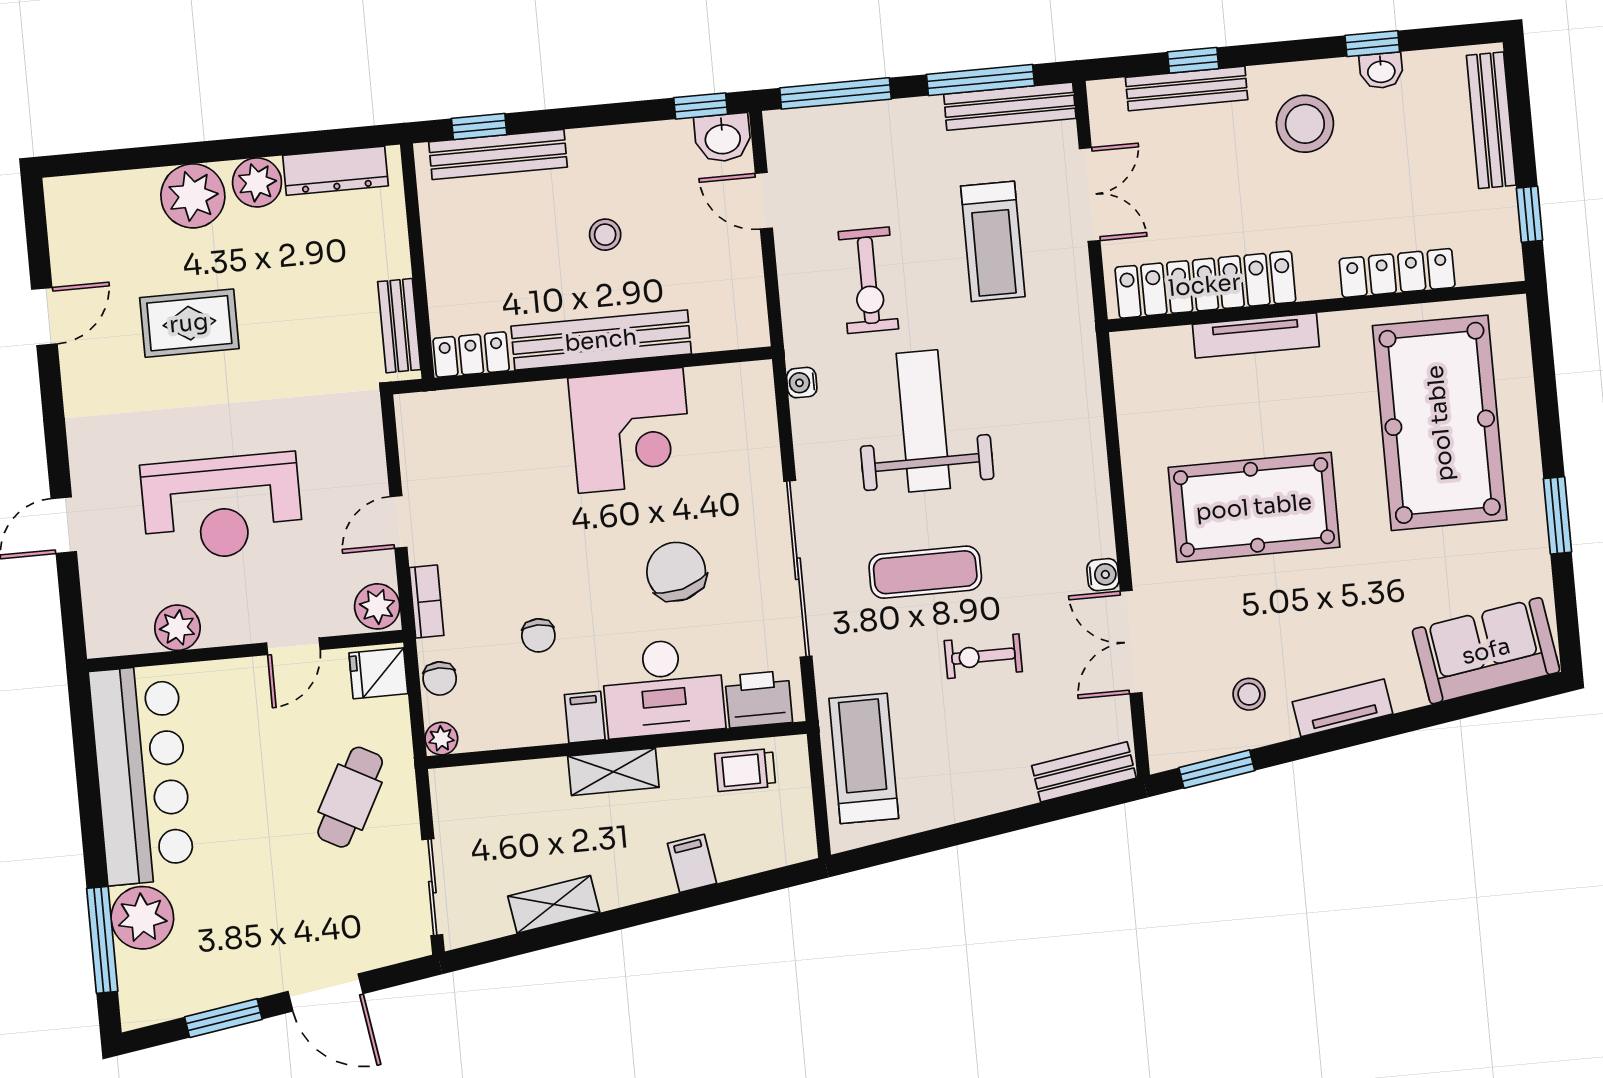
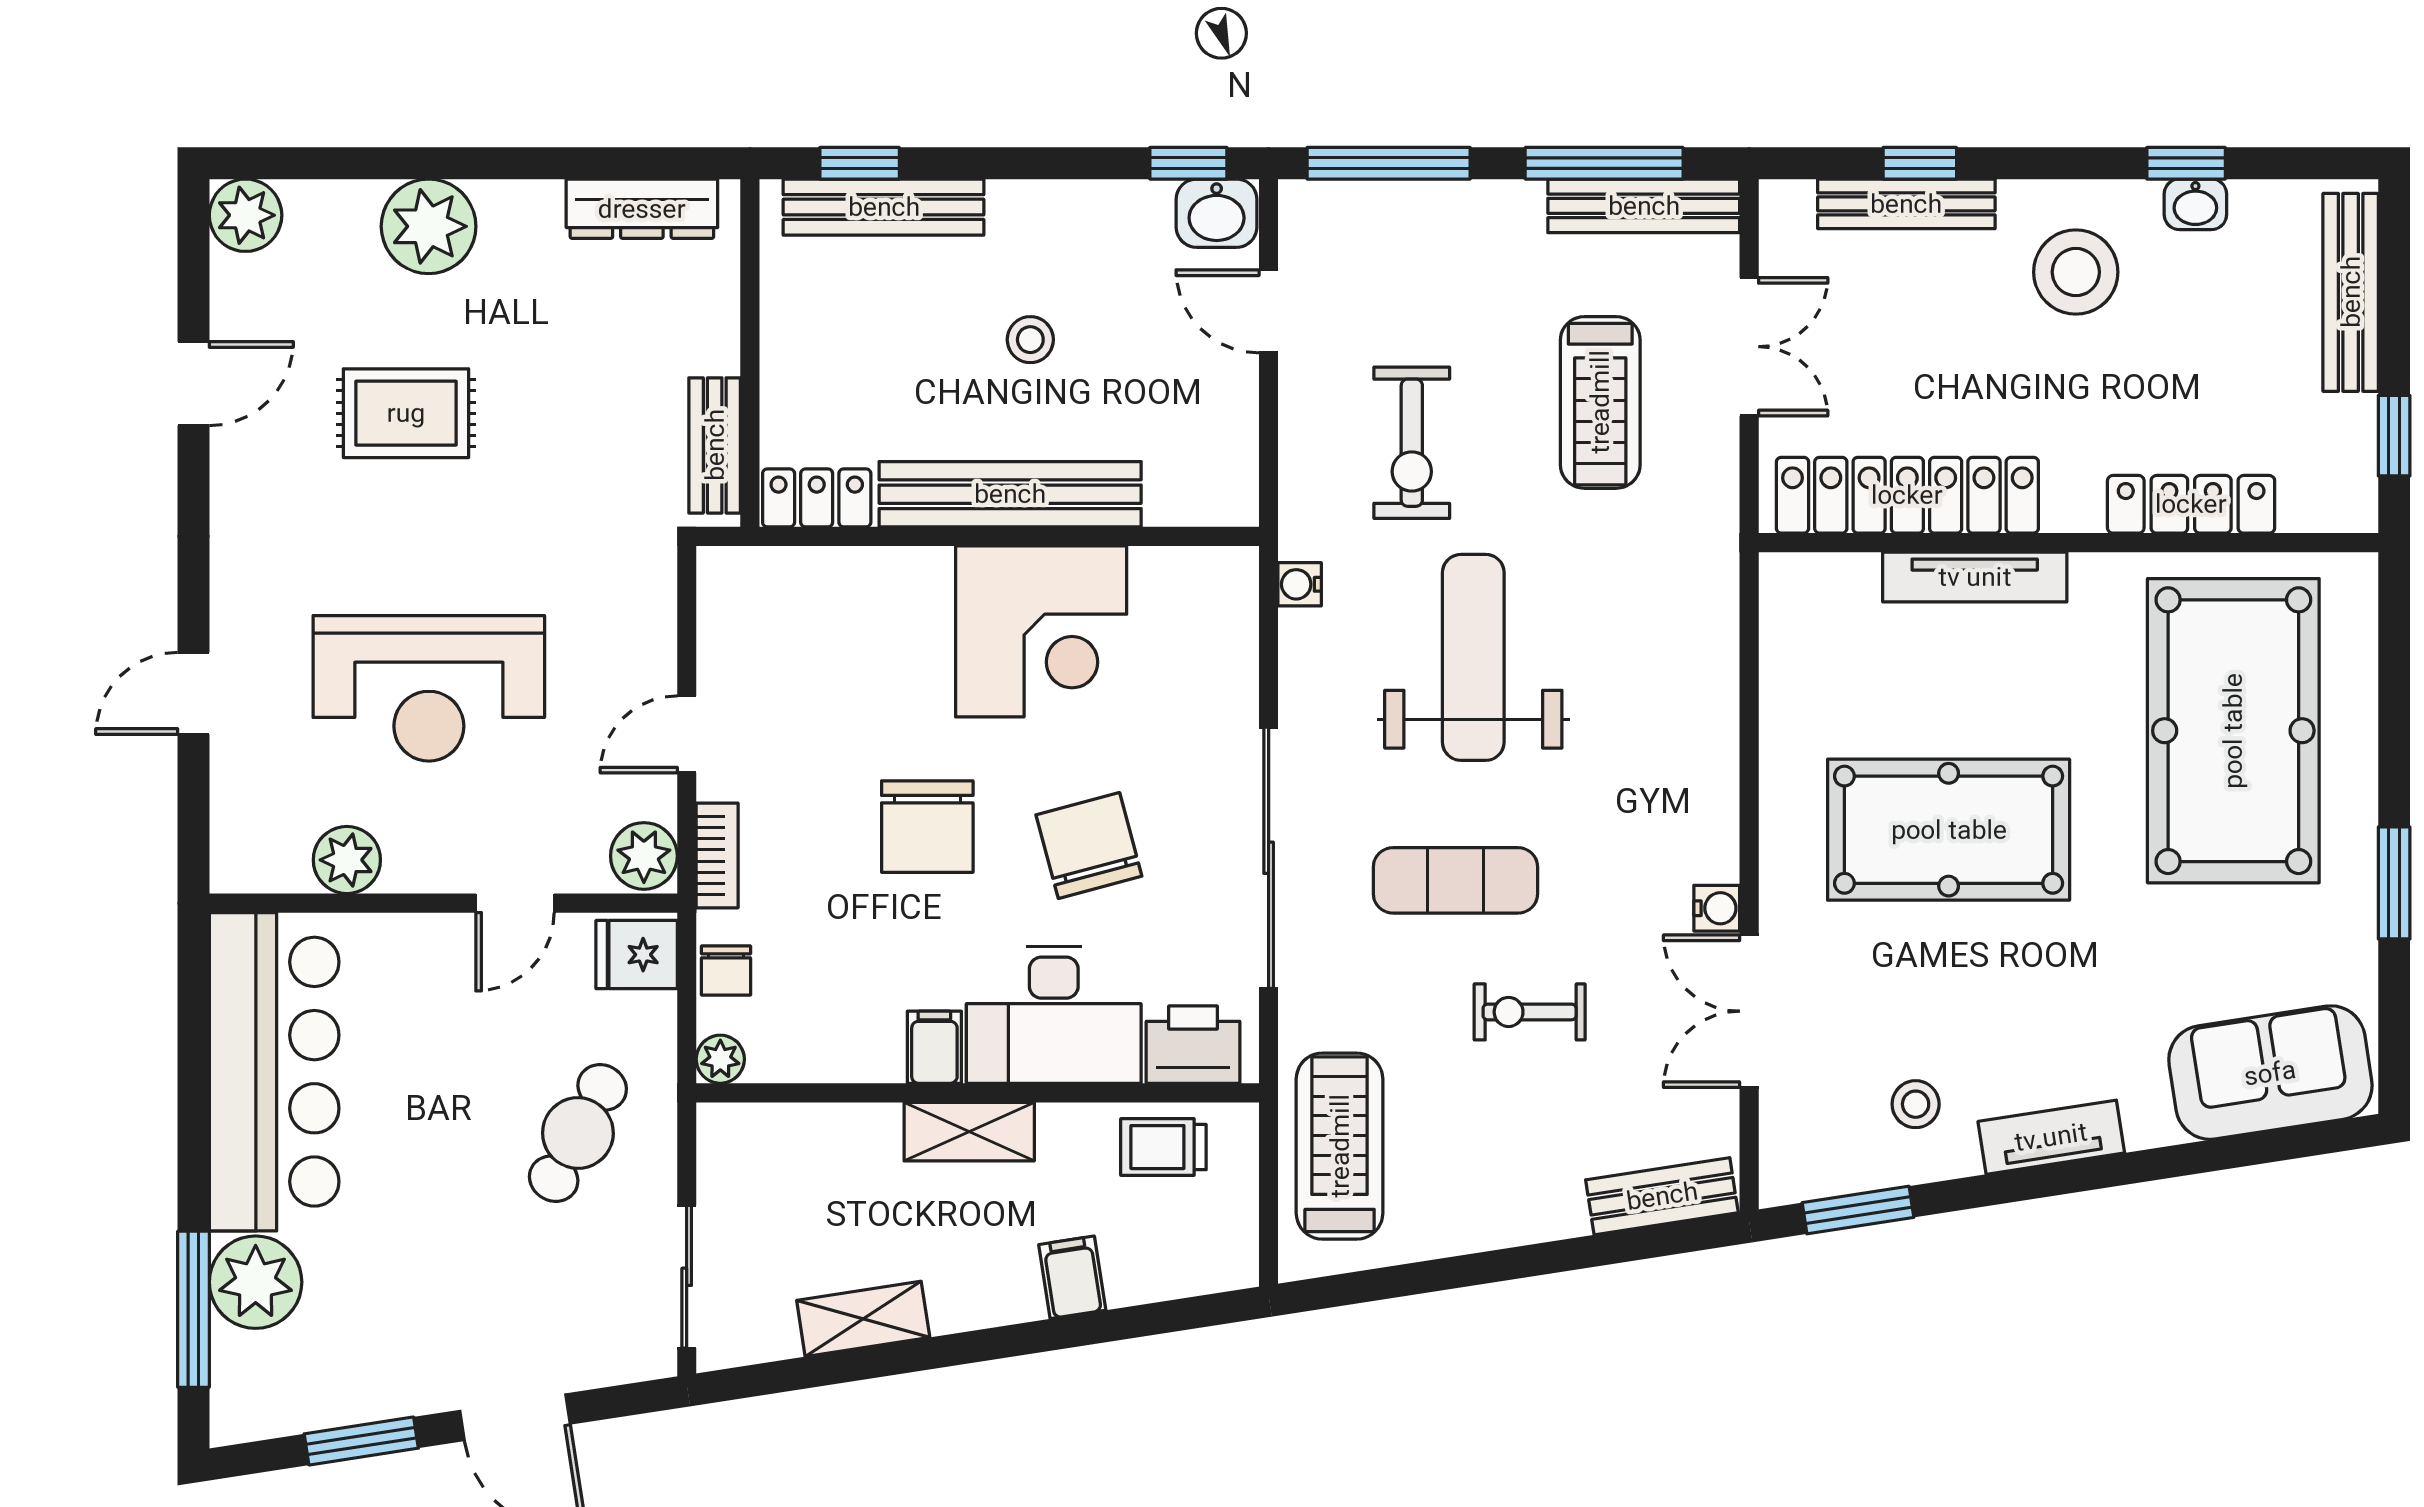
plant: (257, 182) -> (246, 215), moved
chair: (538, 635) -> (927, 827), moved, width x1.87, depth x1.87

